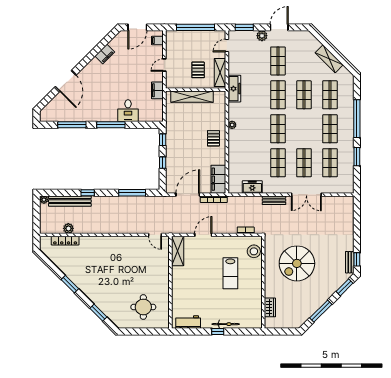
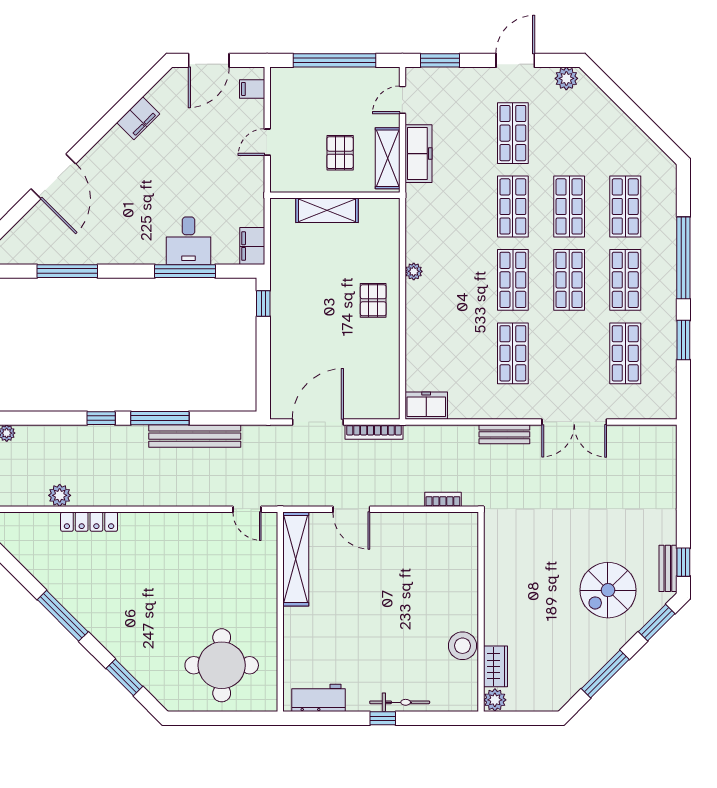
plant: (262, 36) -> (566, 78), moved
shelving: (329, 59) -> (624, 128), removed
freezer: (234, 89) -> (419, 154), moved
filing cabinet: (157, 90) -> (252, 246), moved
shelving: (192, 97) -> (327, 210), width x0.68
window: (111, 125) -> (185, 271), moved
window: (163, 163) -> (263, 353), removed
shop shelf: (304, 163) -> (569, 280), moved
filing cabinet: (218, 179) -> (384, 389), removed
freezer: (252, 187) -> (426, 406), moved
window: (132, 193) -> (160, 418), moved
bench: (70, 201) -> (195, 436), moved
door: (203, 235) -> (351, 509), swing flipped
locker: (65, 241) -> (89, 522), moved
shelving: (178, 251) -> (296, 559), width x1.47
stool: (254, 251) -> (463, 646), moved
spiral stairs: (297, 263) -> (608, 590), moved, width x0.73, depth x0.73
lab bench: (230, 273) -> (410, 592), removed
window: (70, 284) -> (63, 616), width x1.44
round table: (143, 307) -> (222, 665), width x1.36, depth x1.36
plant: (270, 323) -> (495, 700), added

